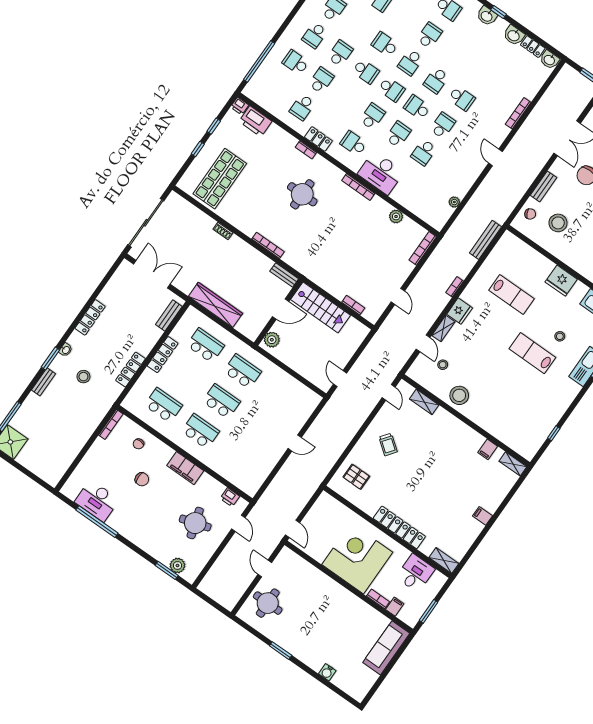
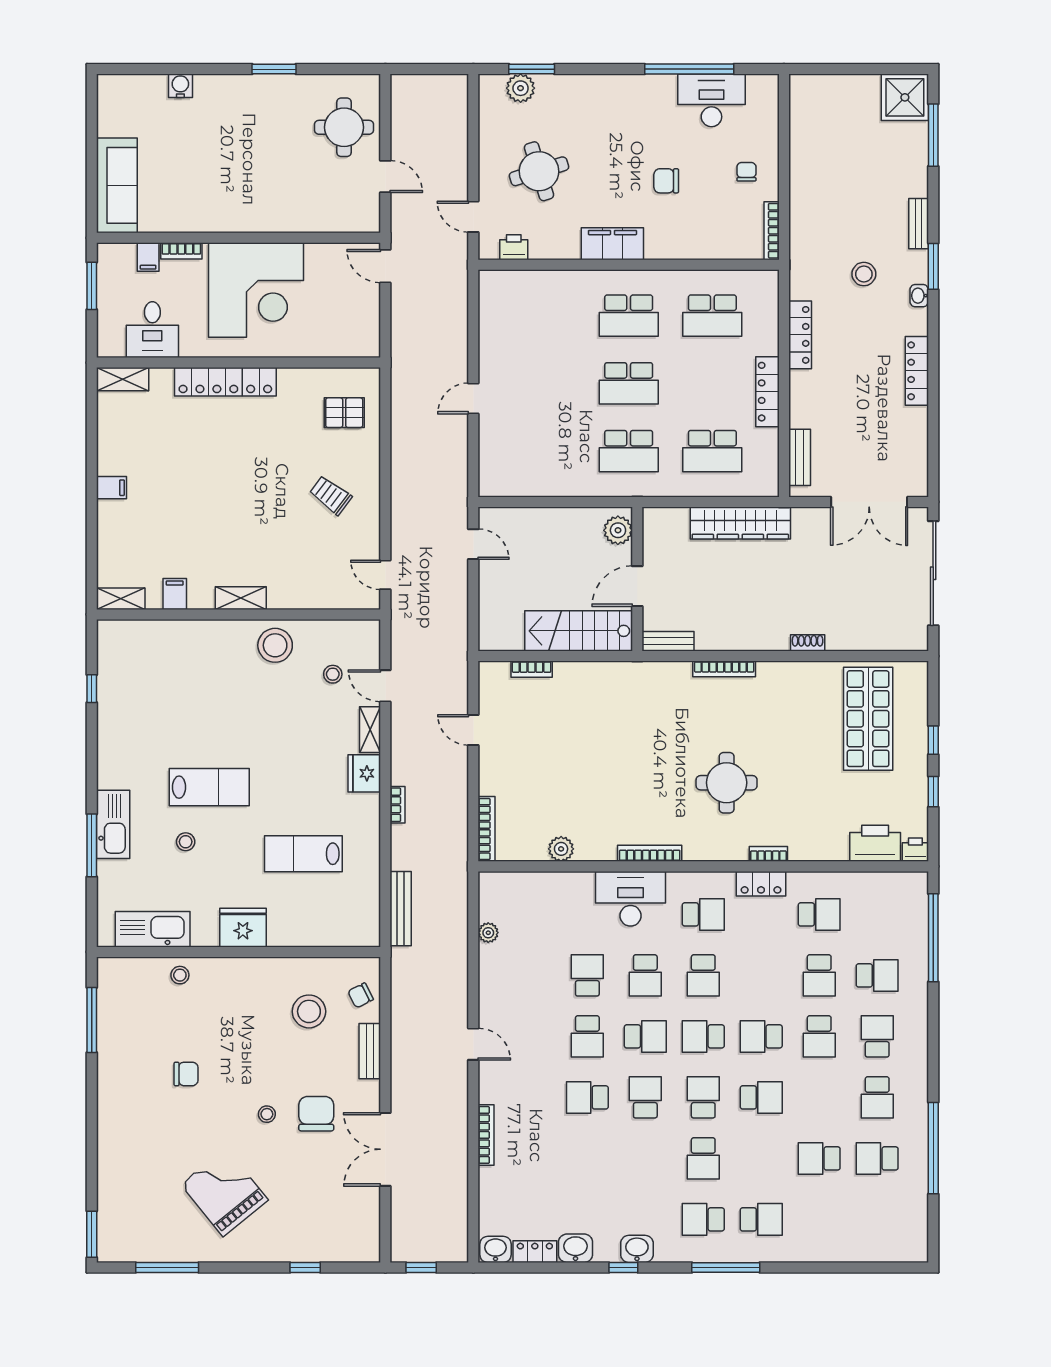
school desk: (302, 107) -> (819, 914), turned 90
shelving: (424, 402) -> (241, 598), moved
chair: (138, 444) -> (746, 172), moved

